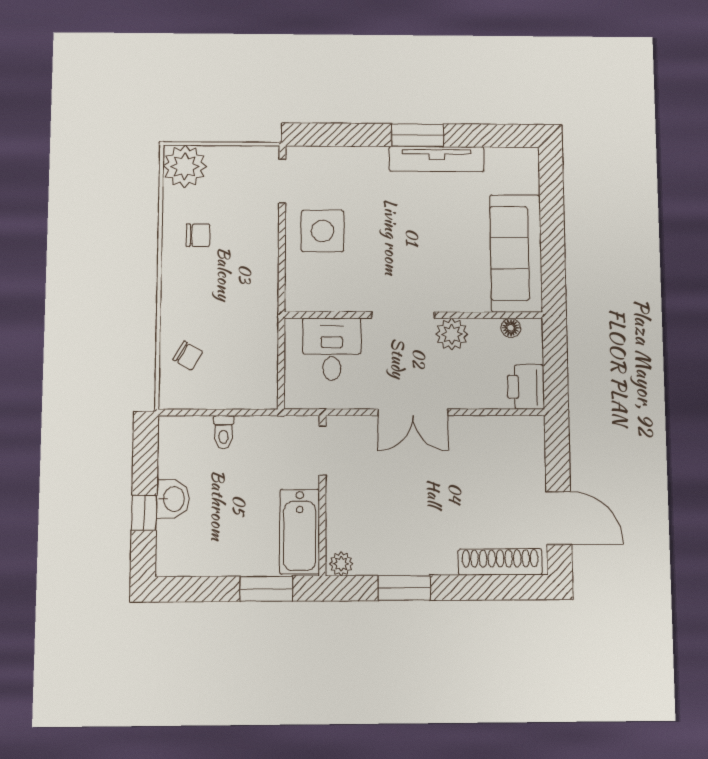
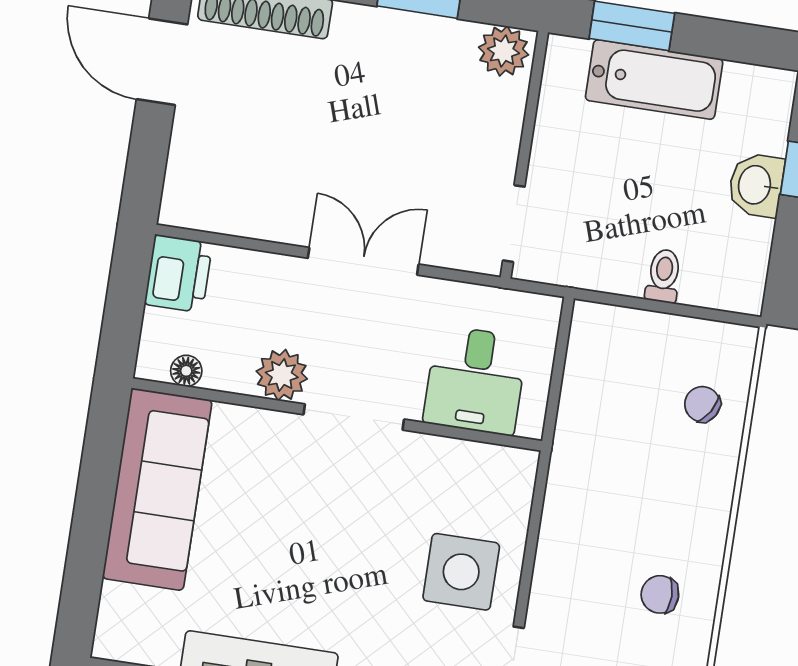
bathtub: (300, 532) -> (654, 80), moved, turned 90
plant: (341, 564) -> (504, 51), width x1.38, depth x1.38

